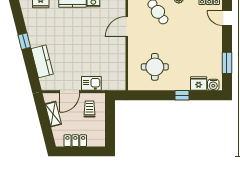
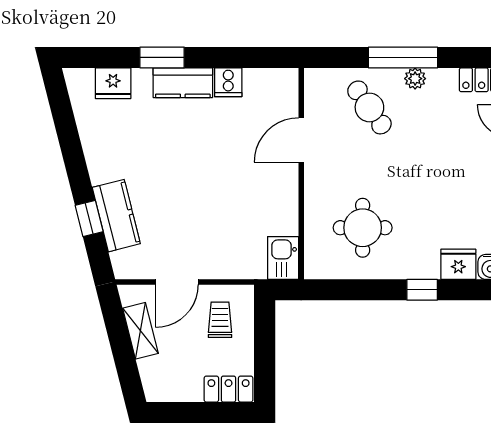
window: (24, 41) -> (89, 219), moved
kitchen sink: (91, 83) -> (283, 258), moved, turned -90
locker: (75, 141) -> (229, 389), moved

